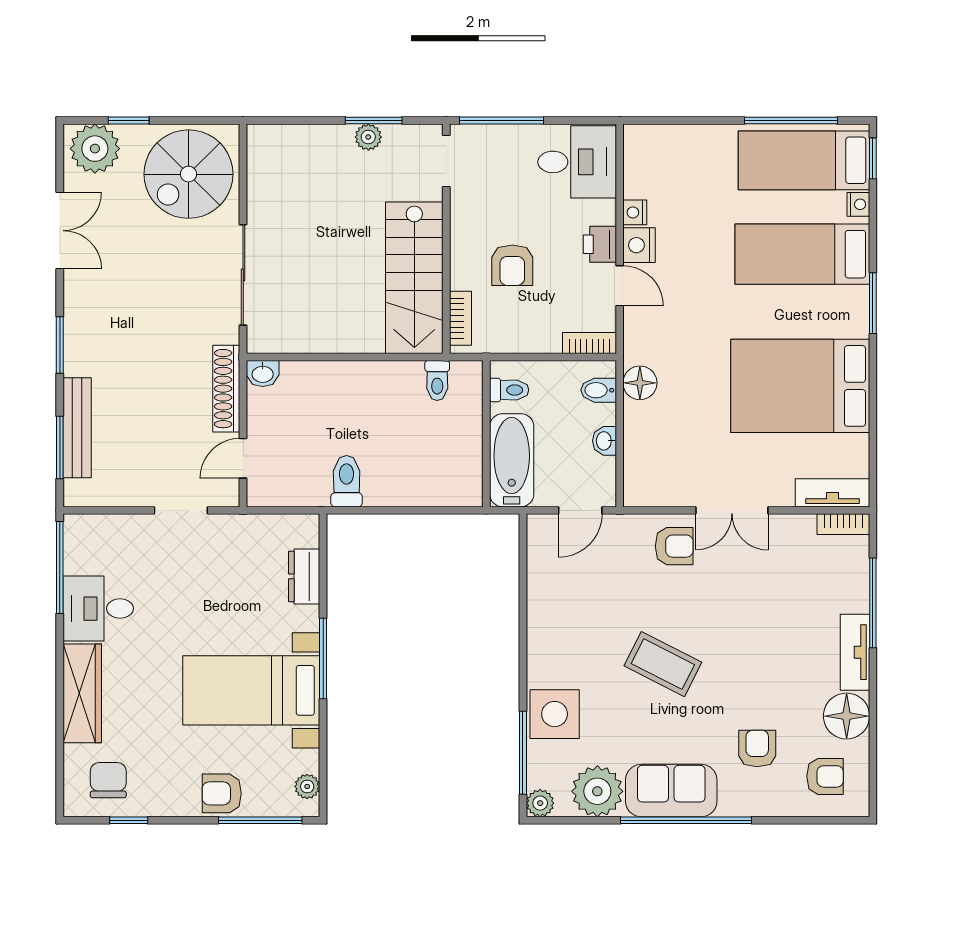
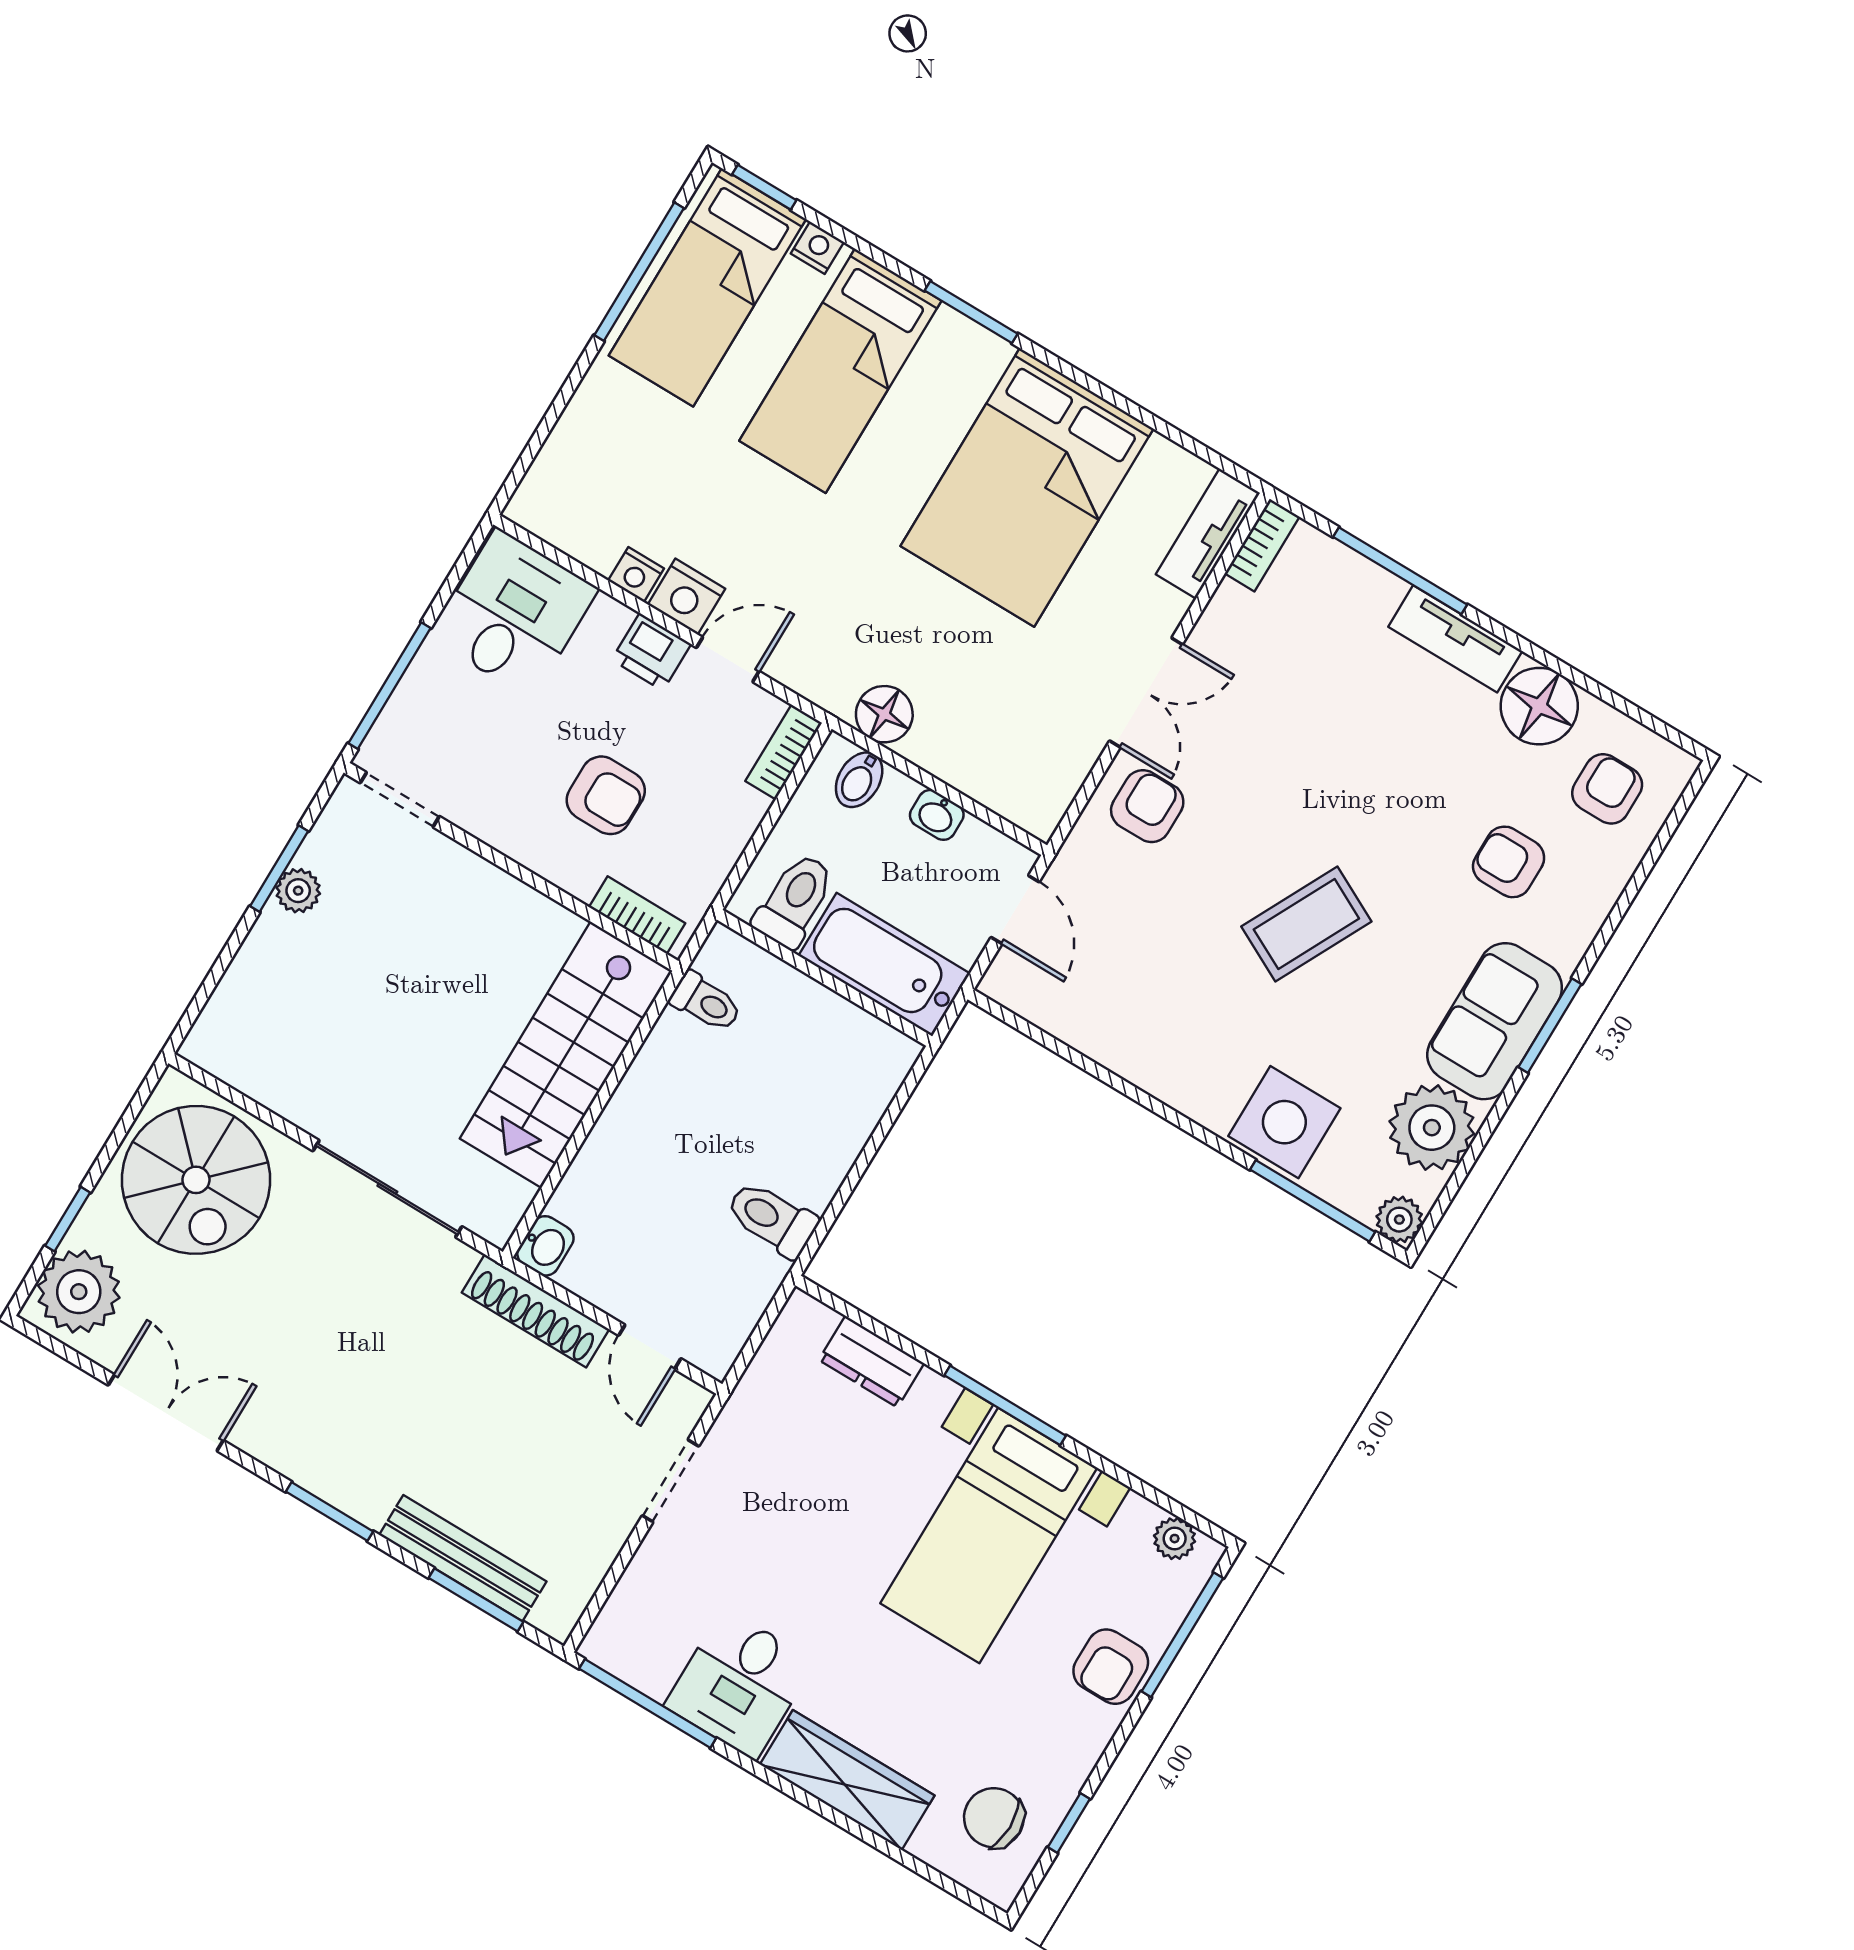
stairs: (414, 278) -> (566, 1055), moved, turned 90
toilet: (509, 390) -> (794, 900), width x1.37, depth x1.39
window: (686, 820) -> (1550, 1026), width x0.47

